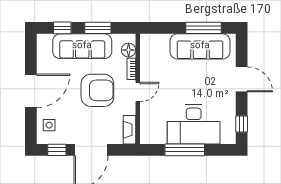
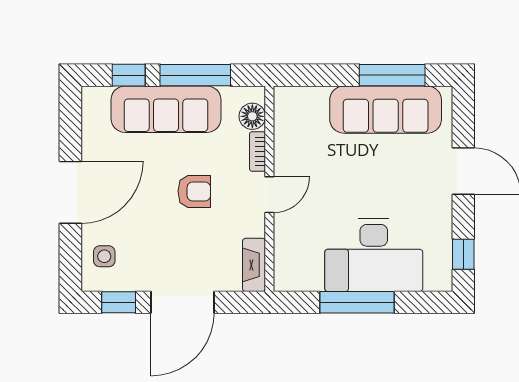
window: (98, 28) -> (195, 75), width x1.44
armchair: (97, 90) -> (194, 191), width x0.53, depth x0.53

